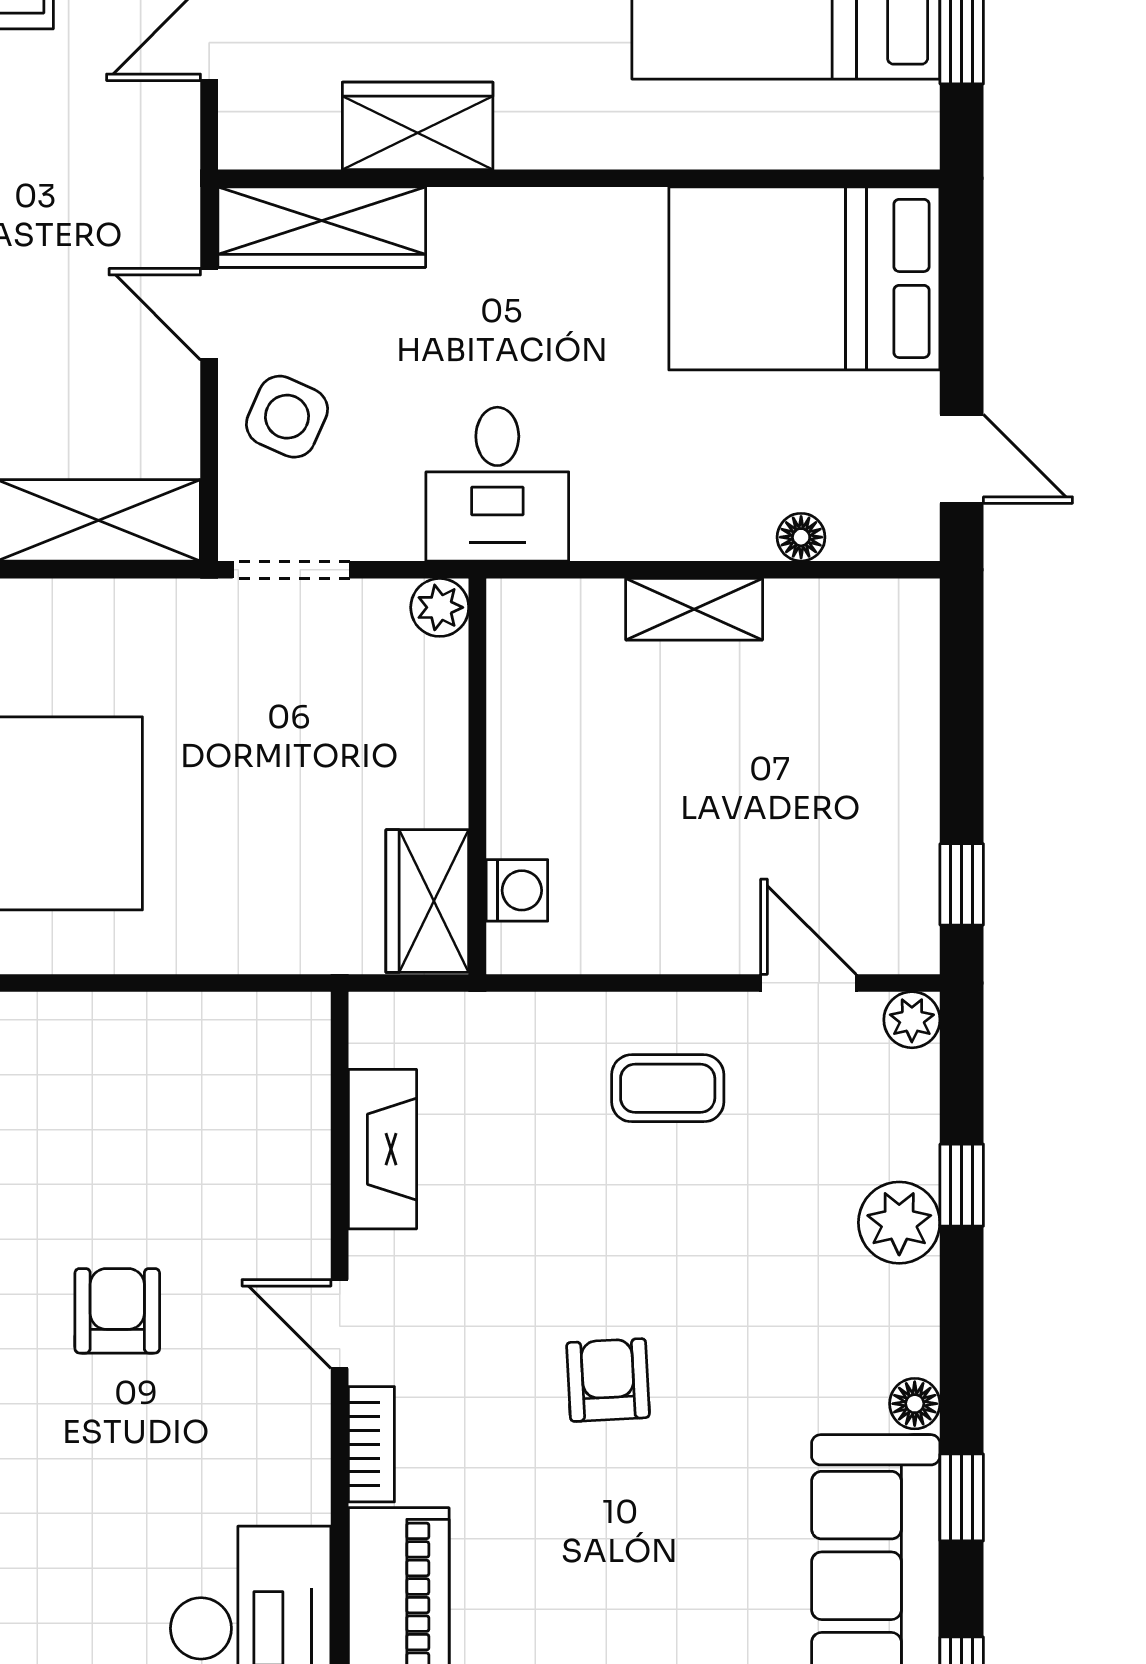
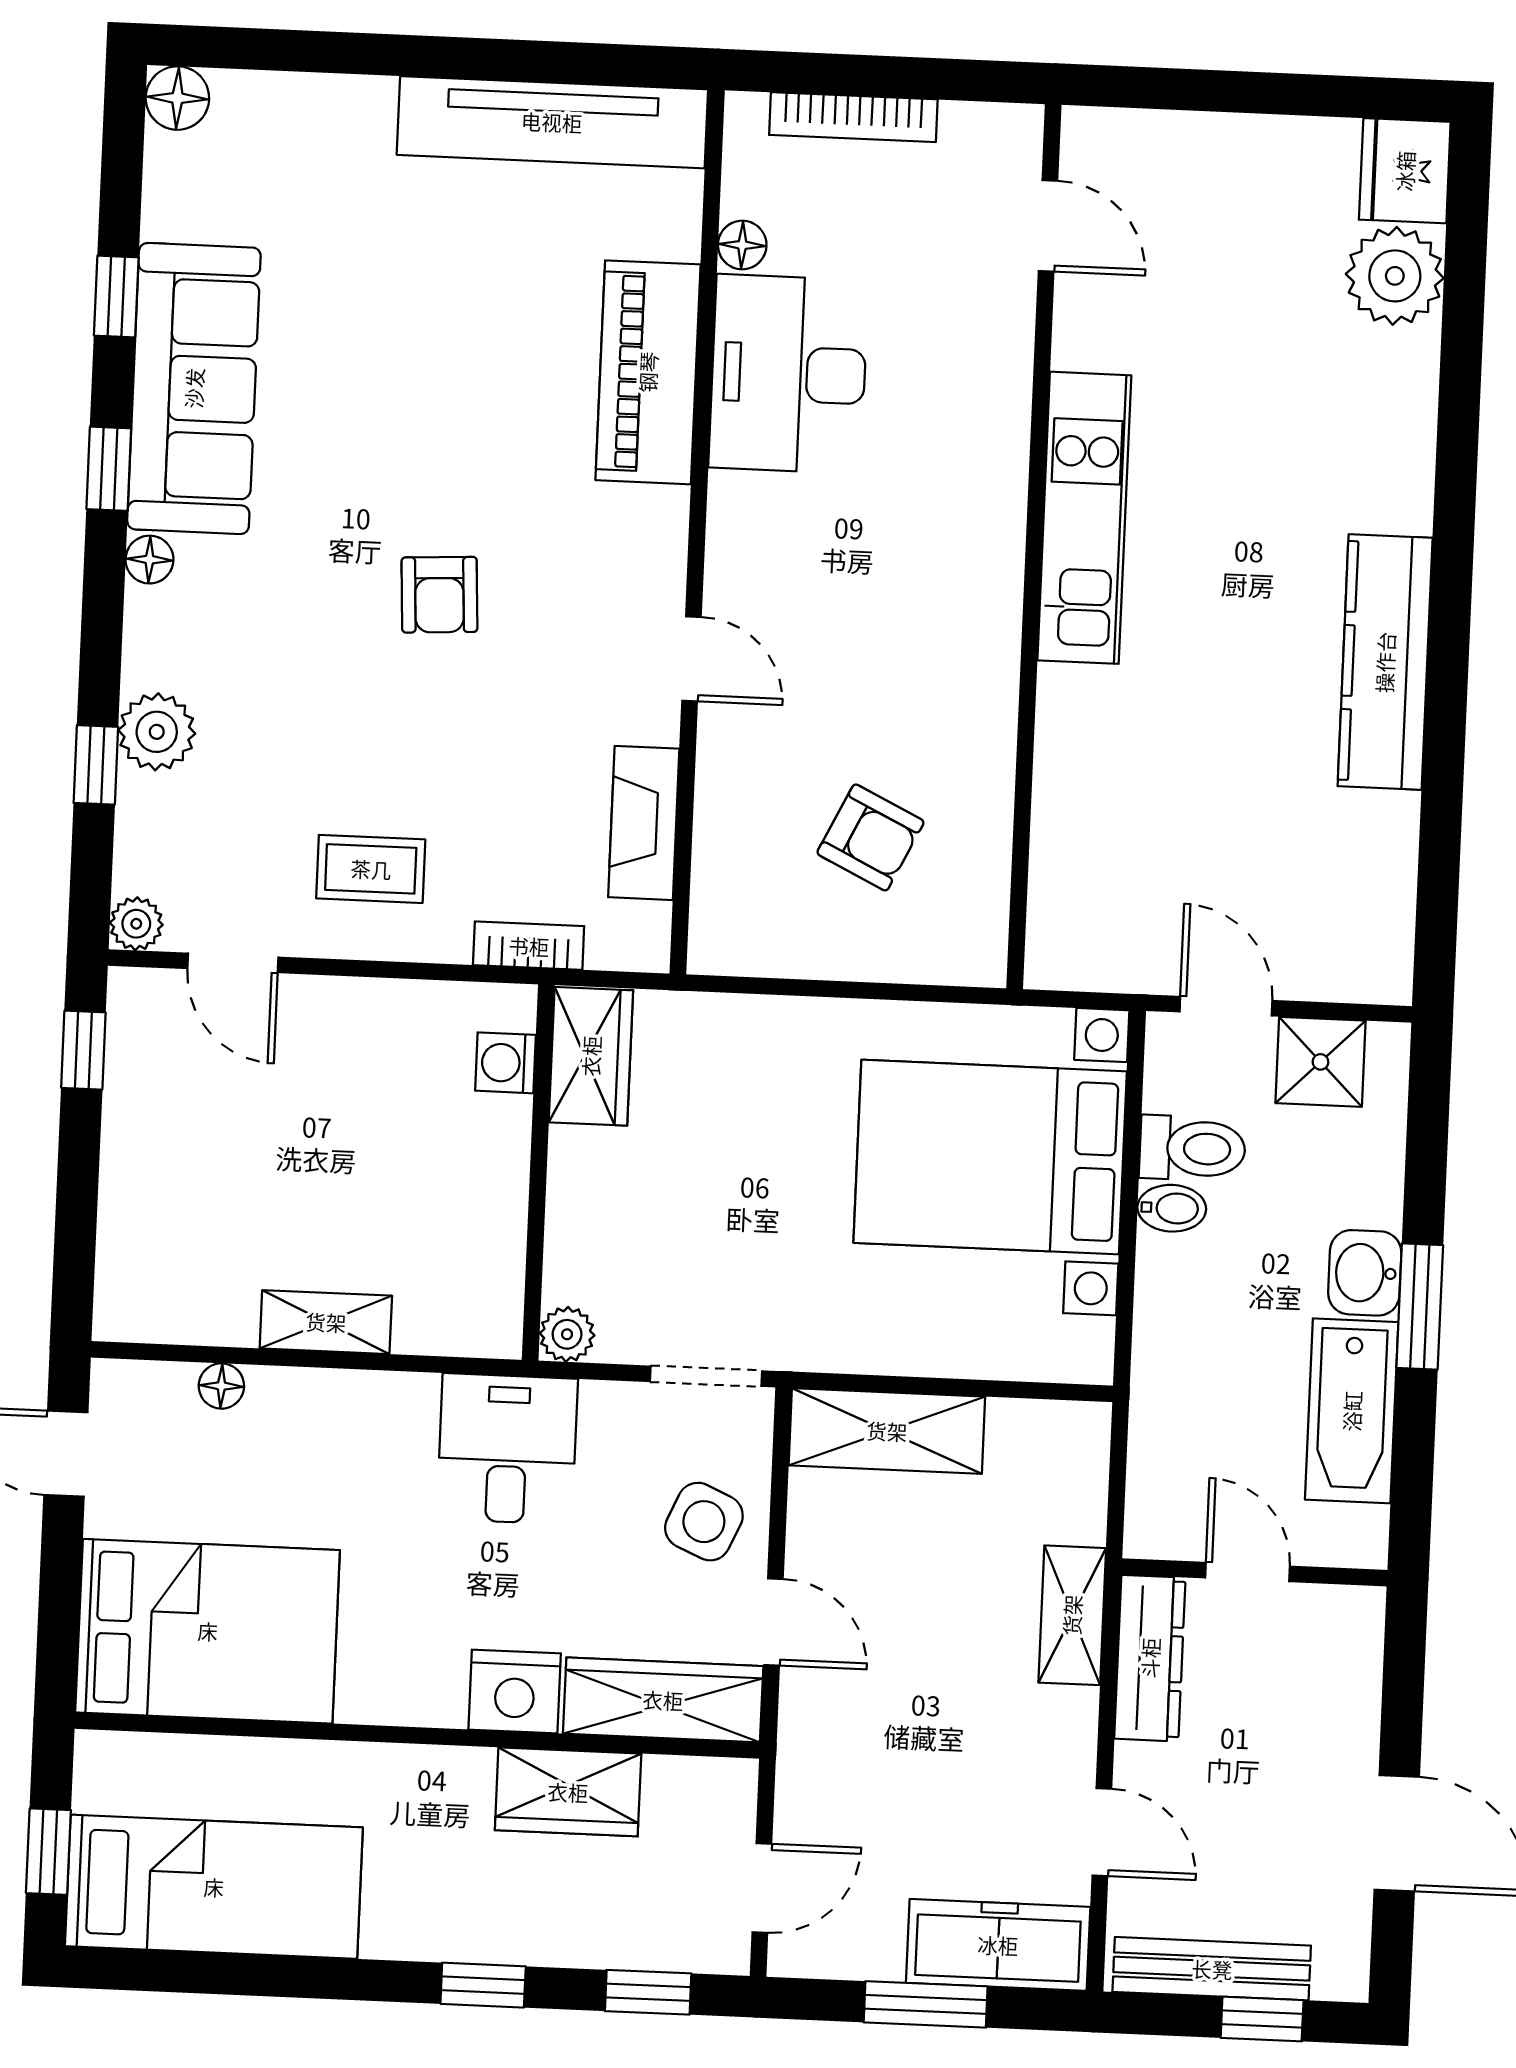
nightstand: (478, 229) -> (515, 1692), added
armchair: (117, 1311) -> (870, 837), moved, turned -64
bookcase: (371, 1444) -> (529, 946), moved, turned 90

